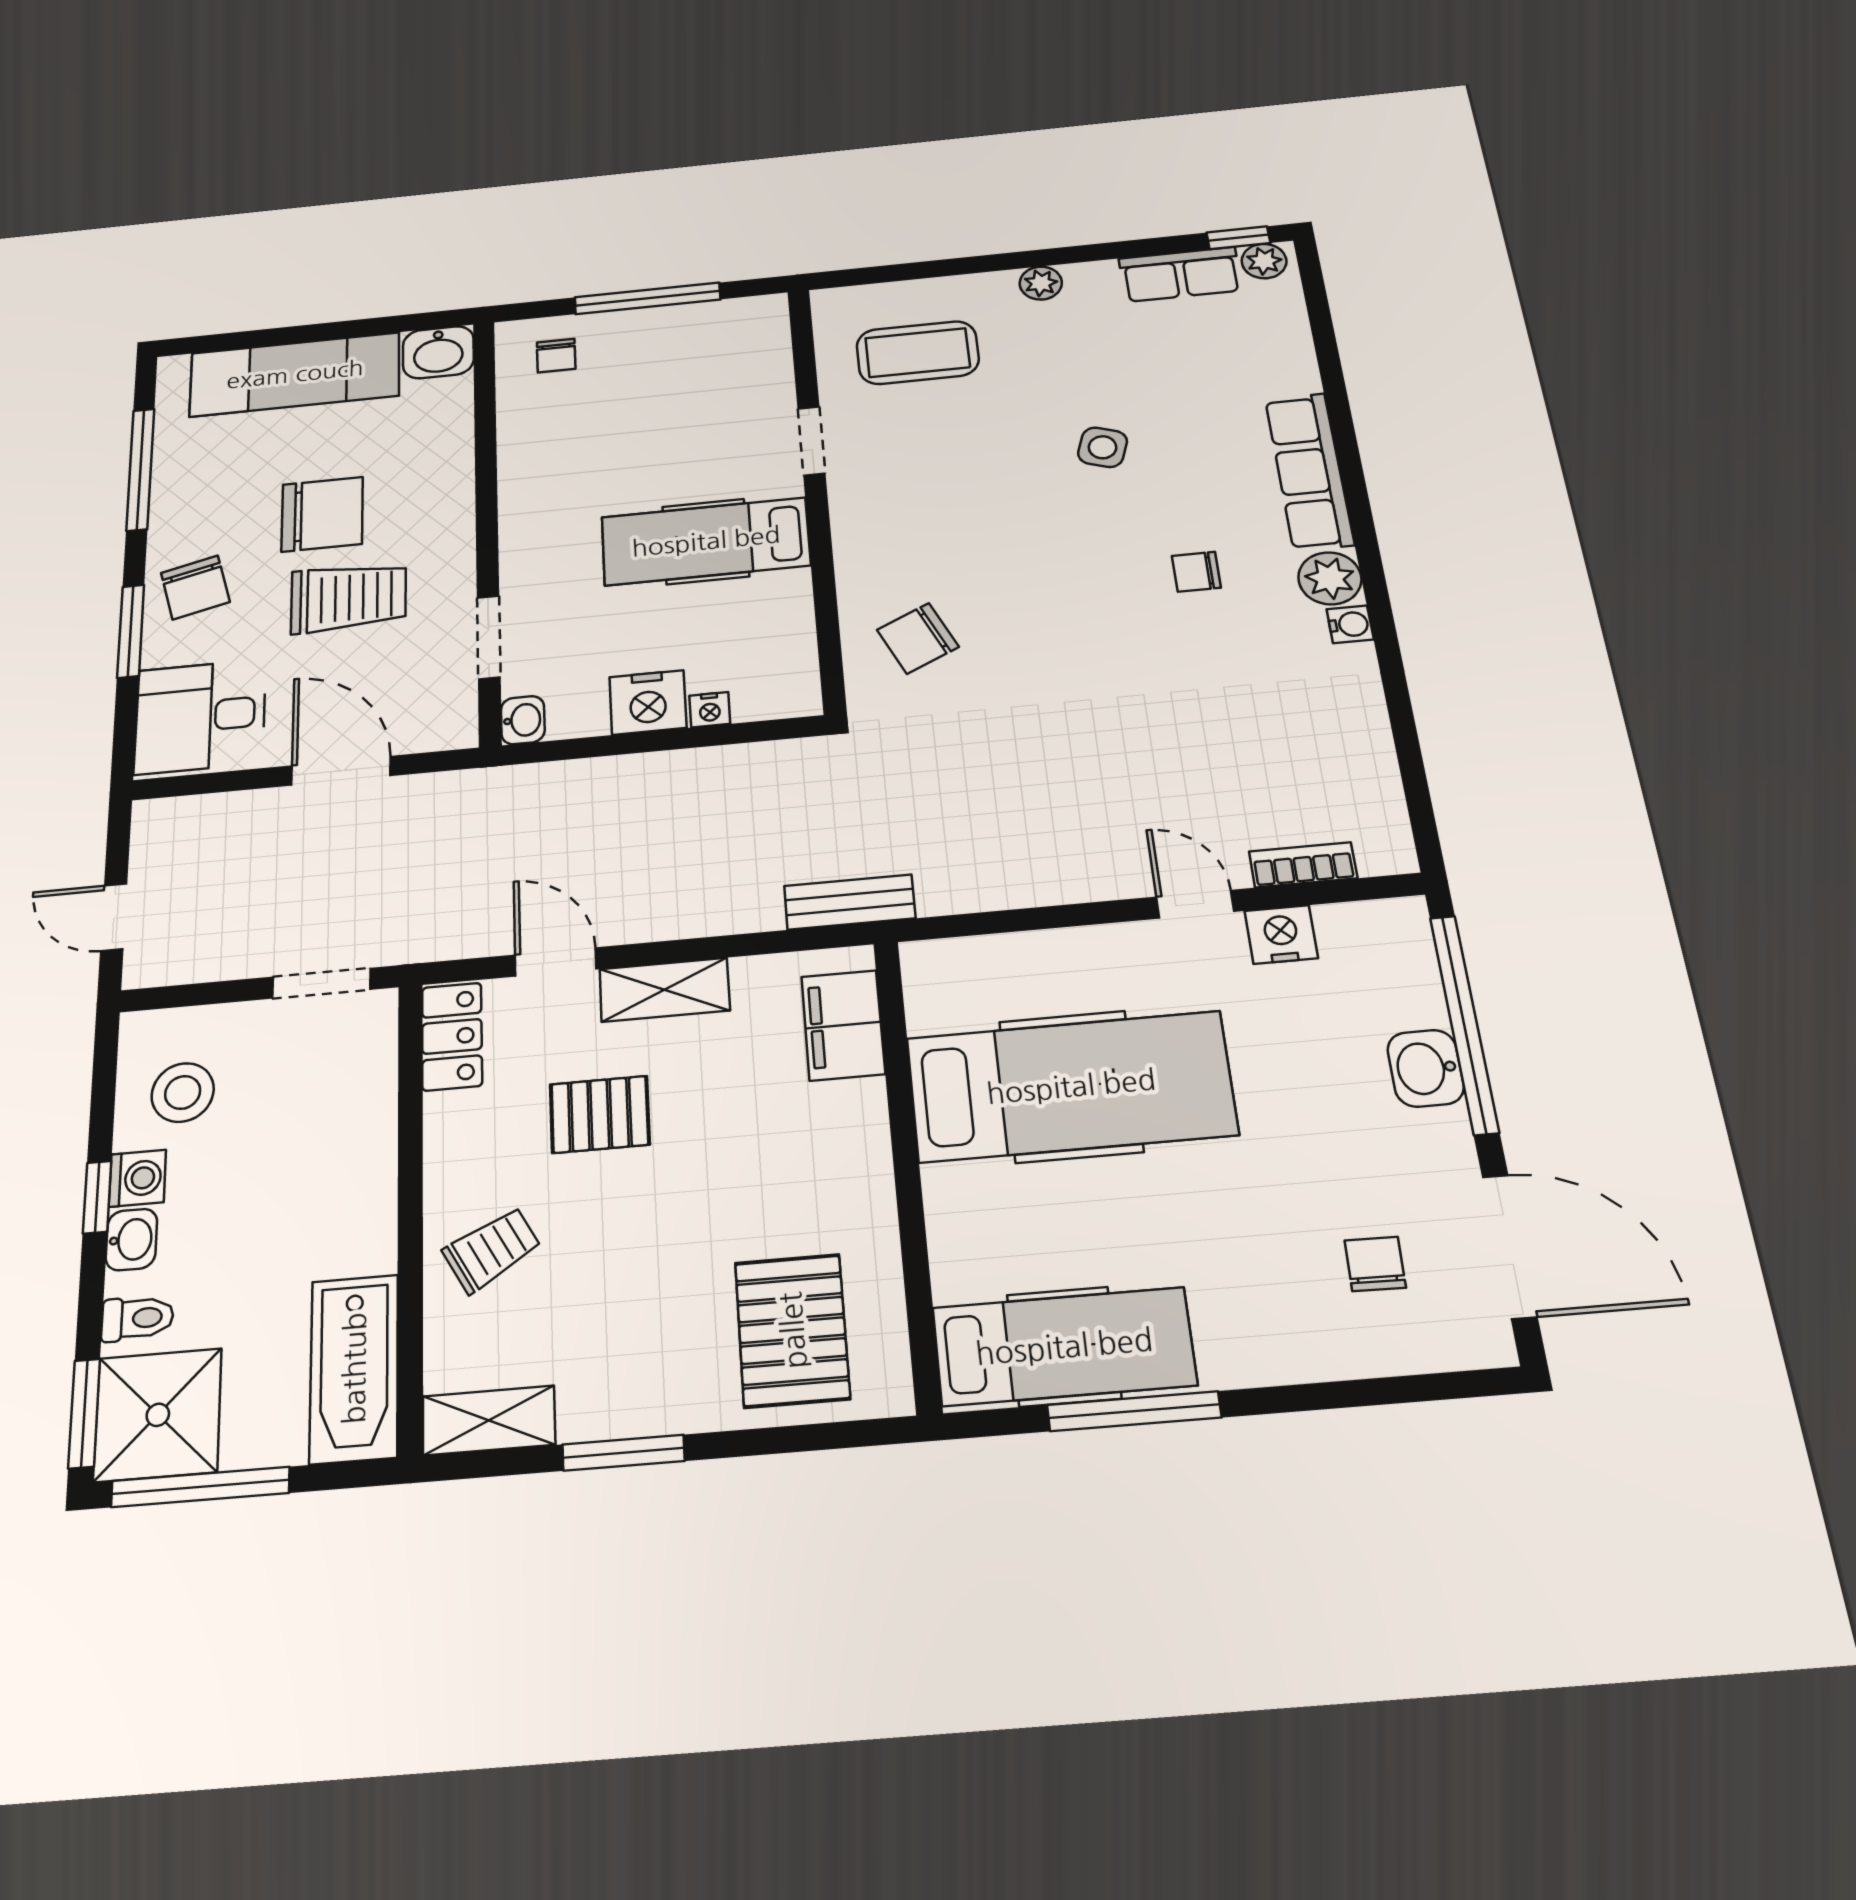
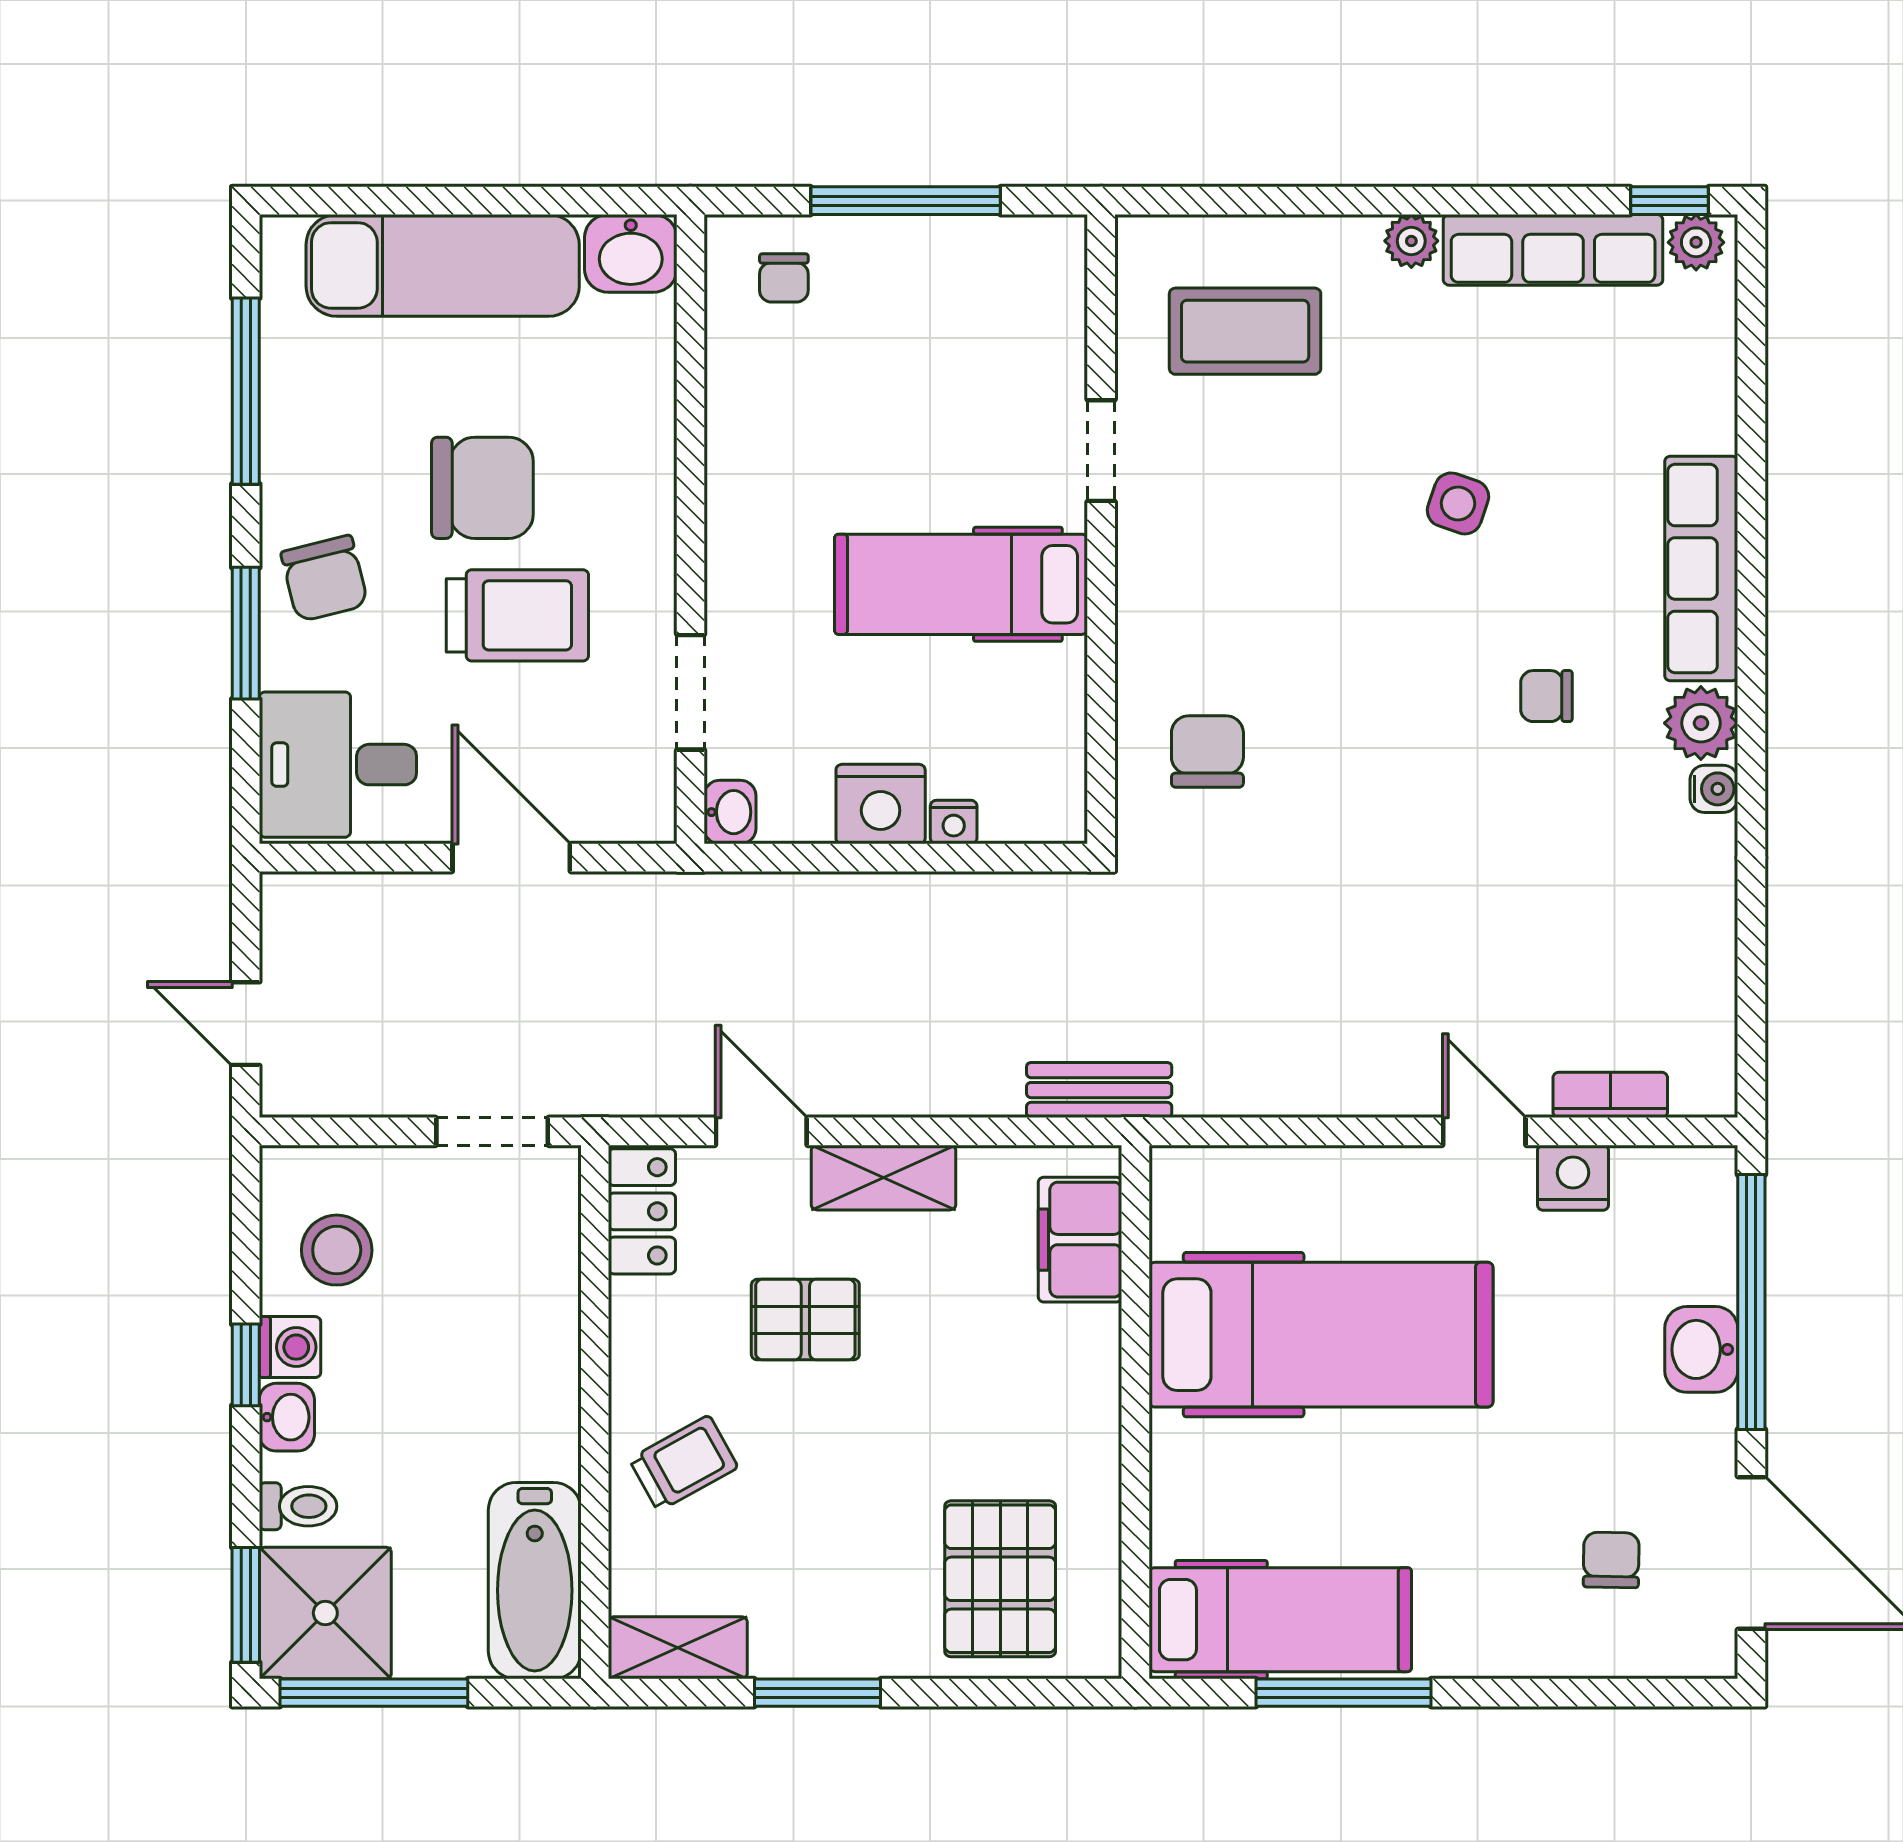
row of seats: (1180, 274) -> (1553, 250), width x1.48
chair: (918, 638) -> (1207, 751), turned 115

